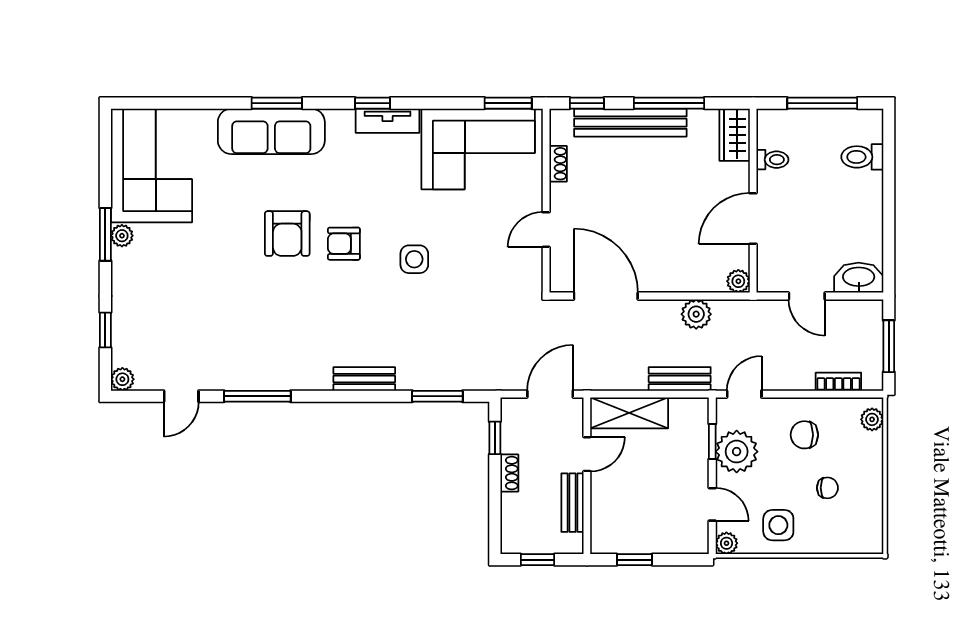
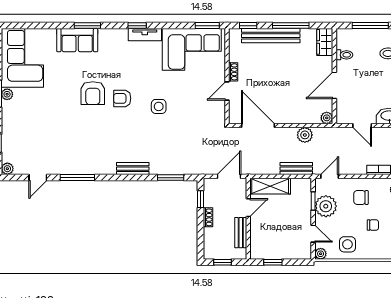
sofa: (271, 131) -> (77, 40), width x0.73
shoe rack: (558, 164) -> (233, 72), moved

